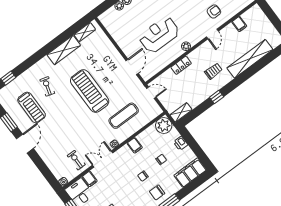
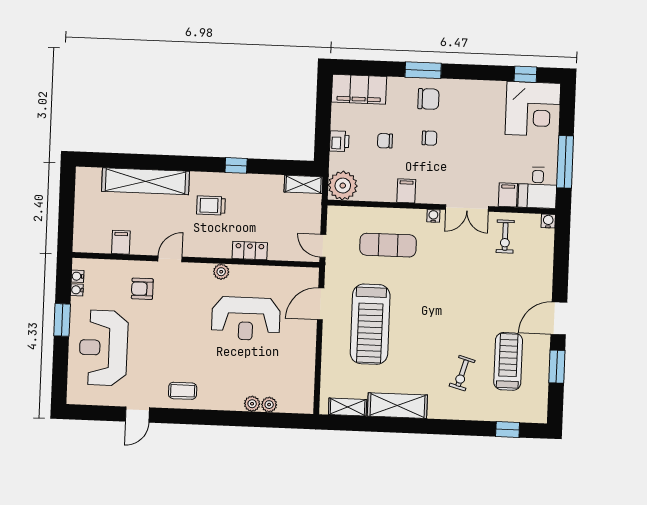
treadmill: (90, 91) -> (370, 324), moved

